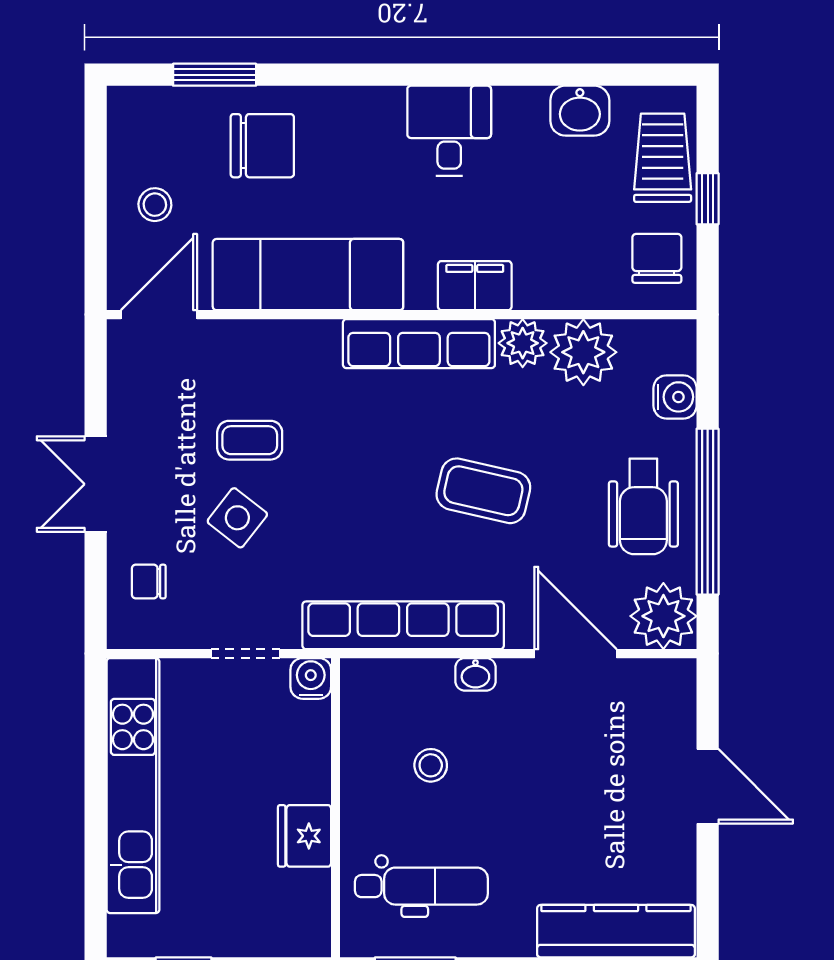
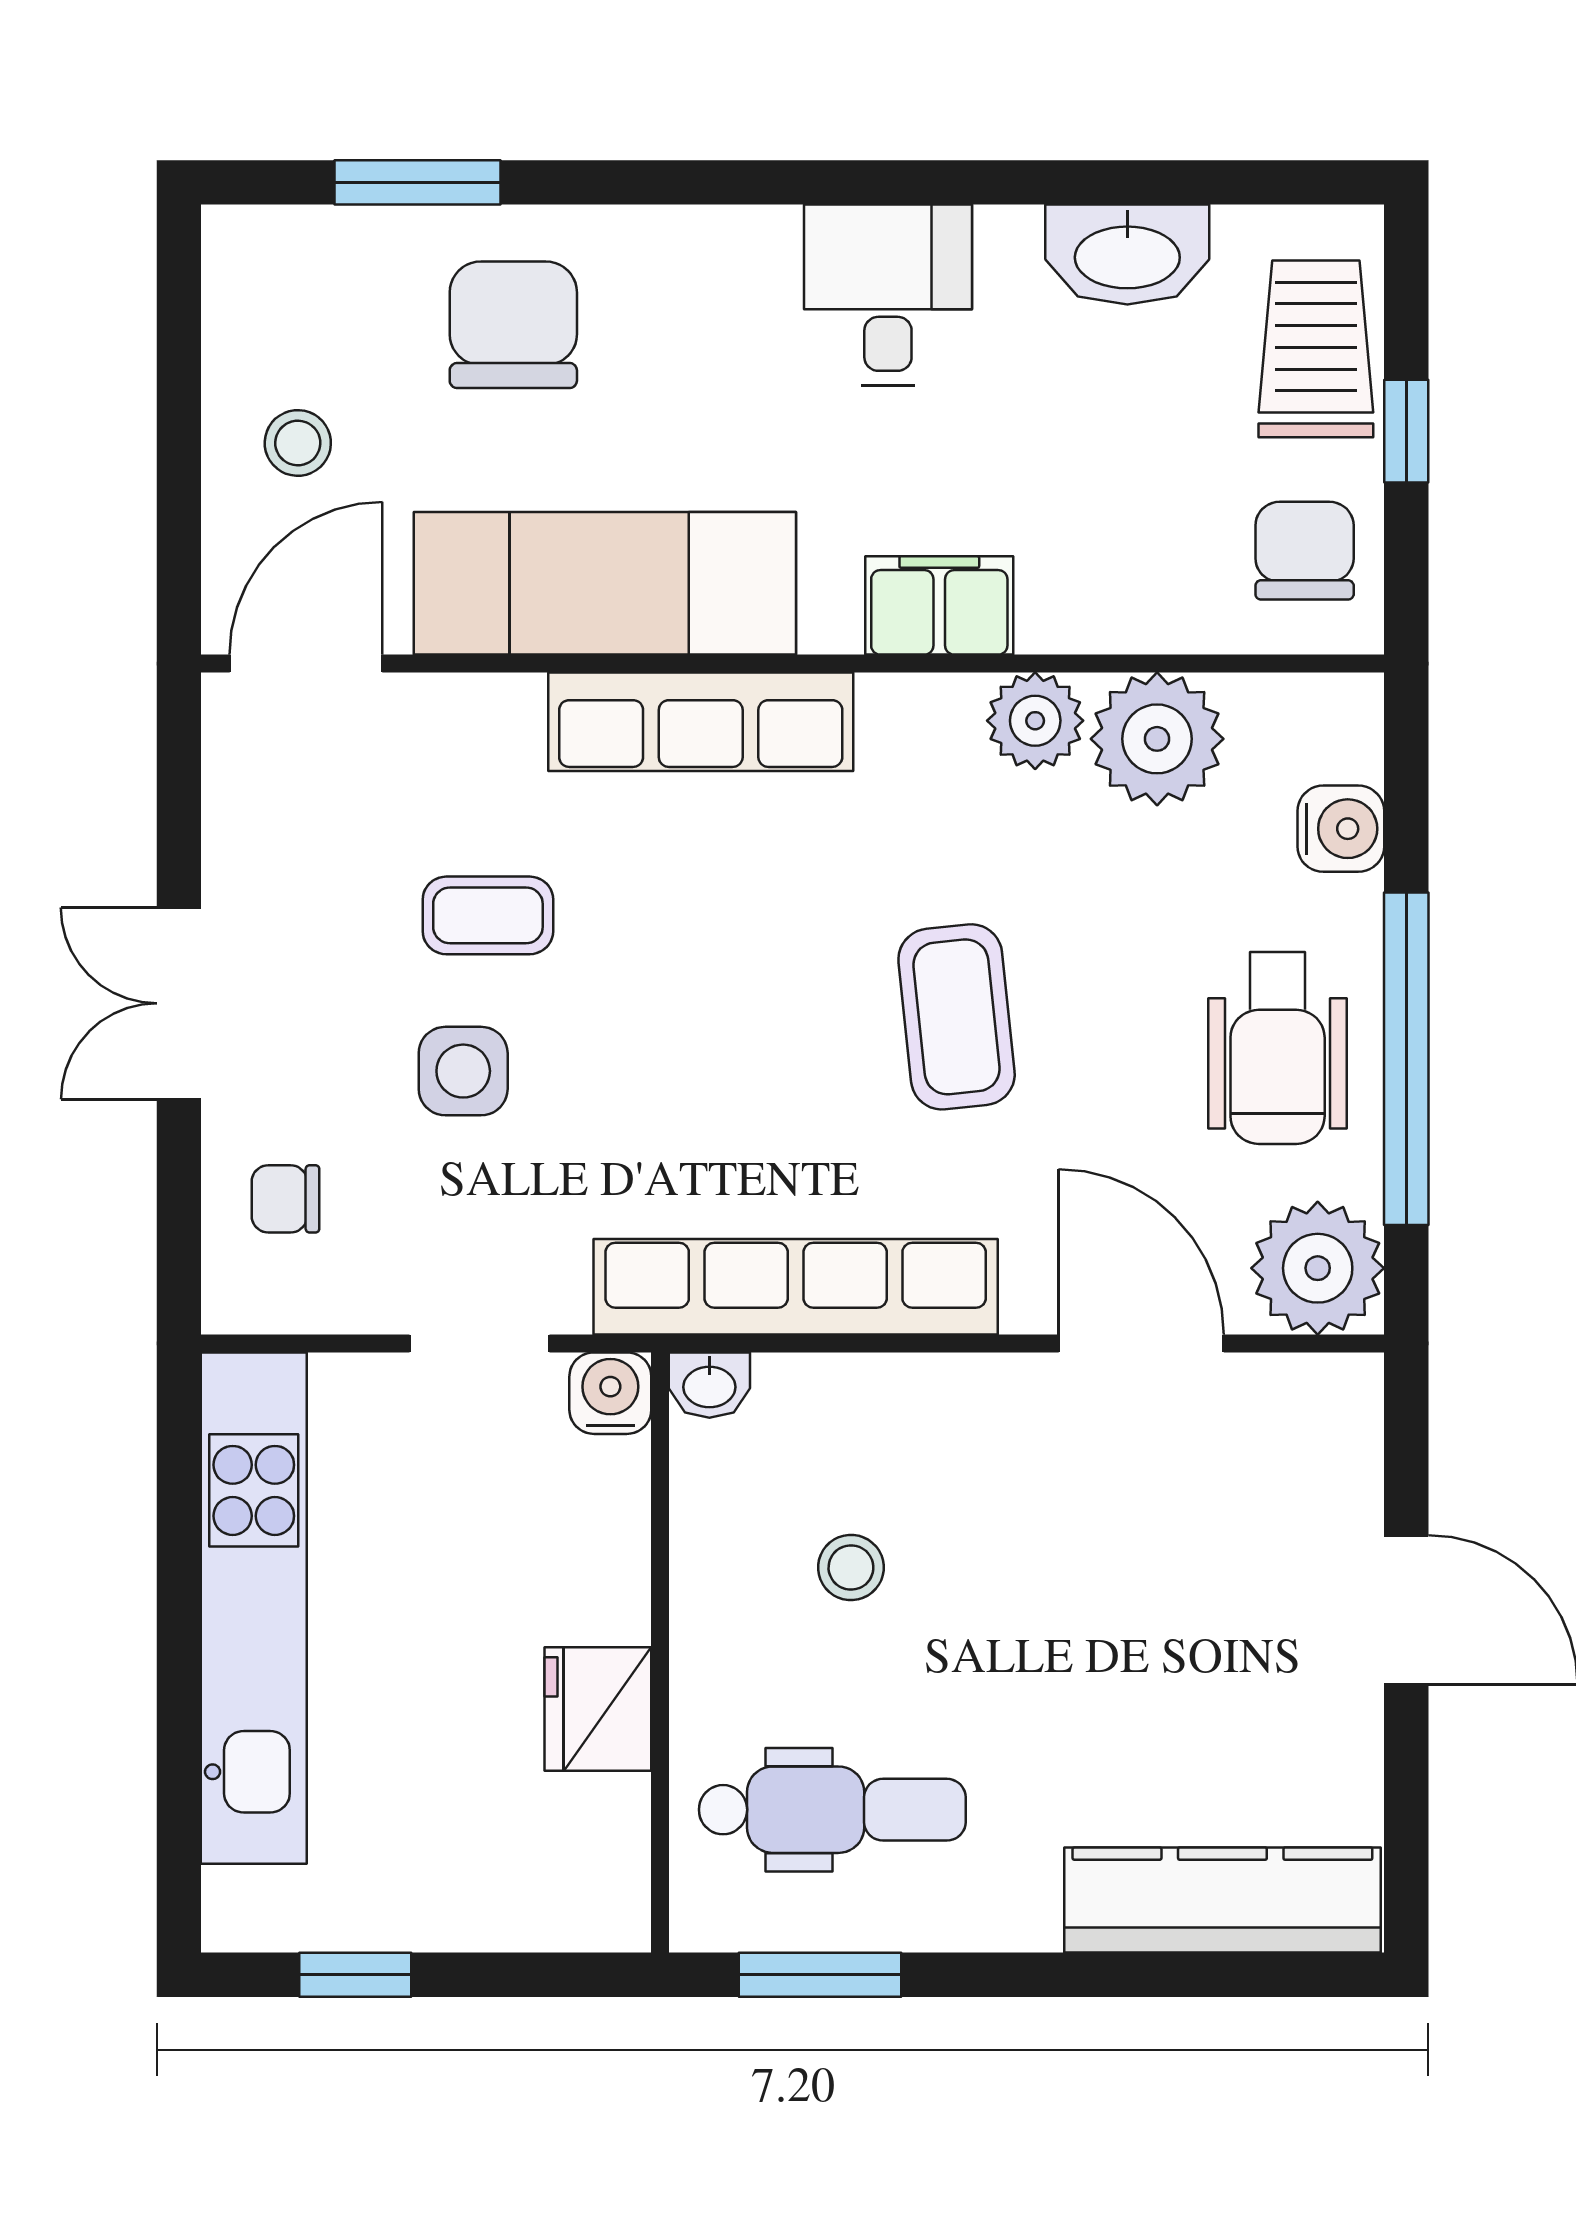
washbasin: (580, 111) -> (1127, 254), width x1.38
chair: (262, 146) -> (513, 325), turned -90
row of seats: (419, 344) -> (701, 722), moved
coffee table: (483, 491) -> (957, 1017), turned 71
side table: (237, 518) -> (463, 1071), turned -38
washbasin: (475, 674) -> (709, 1385), moved

